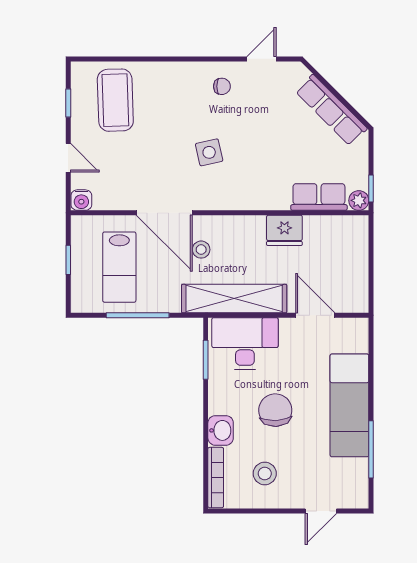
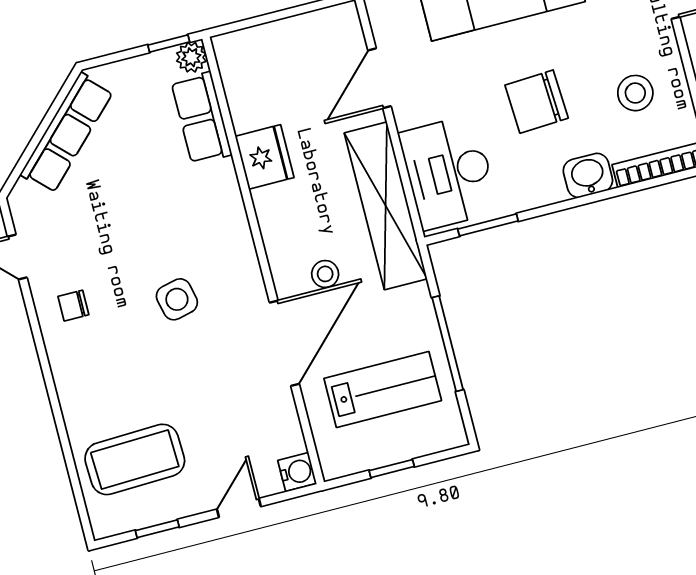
chair: (222, 86) -> (73, 306), turned -90

